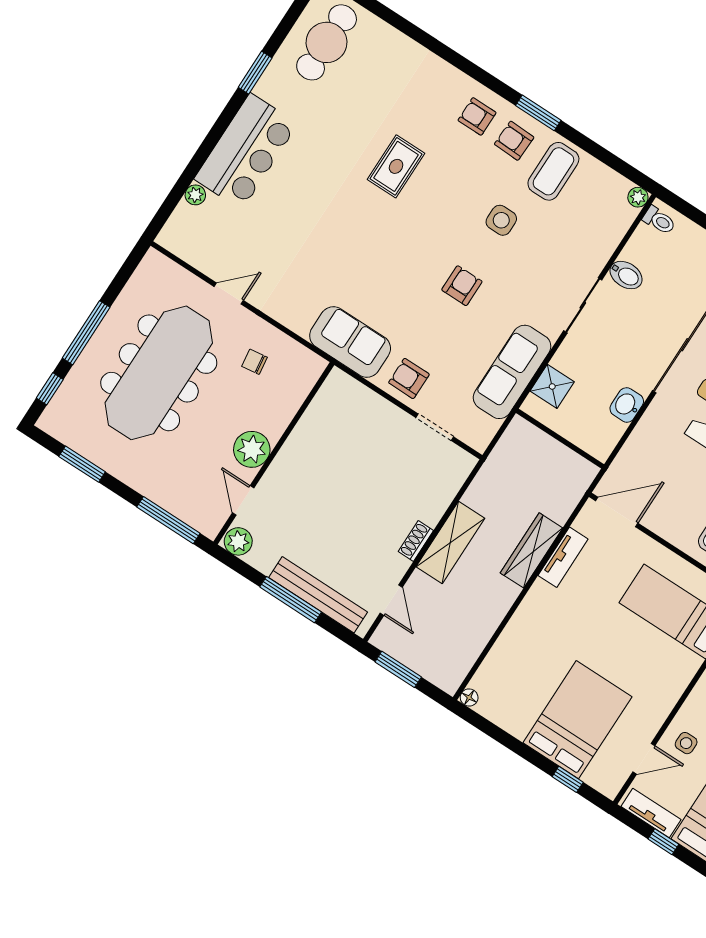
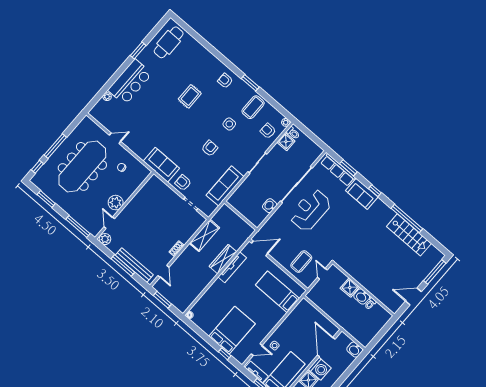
armchair: (514, 141) -> (268, 131), moved
bidet: (626, 275) -> (277, 153), removed
shower: (552, 386) -> (286, 142), moved
shelving: (450, 542) -> (204, 235), moved
tv unit: (563, 557) -> (232, 267), width x1.41

